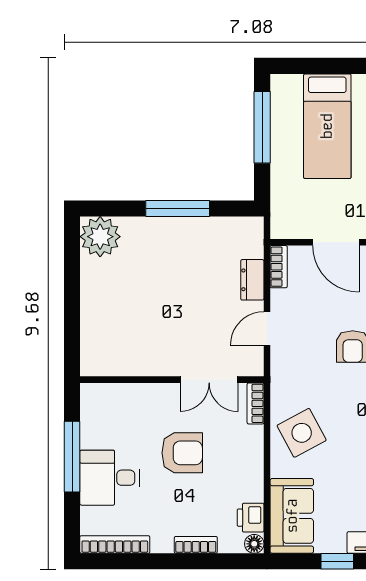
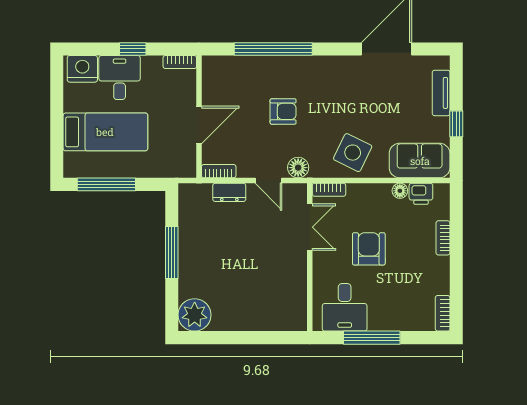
floor lamp: (283, 365) -> (298, 168), added
side table: (302, 433) -> (353, 153), turned -36
desk: (110, 478) -> (345, 307), moved
bookcase: (115, 544) -> (443, 313), width x0.64
floor lamp: (254, 544) -> (400, 191), moved

